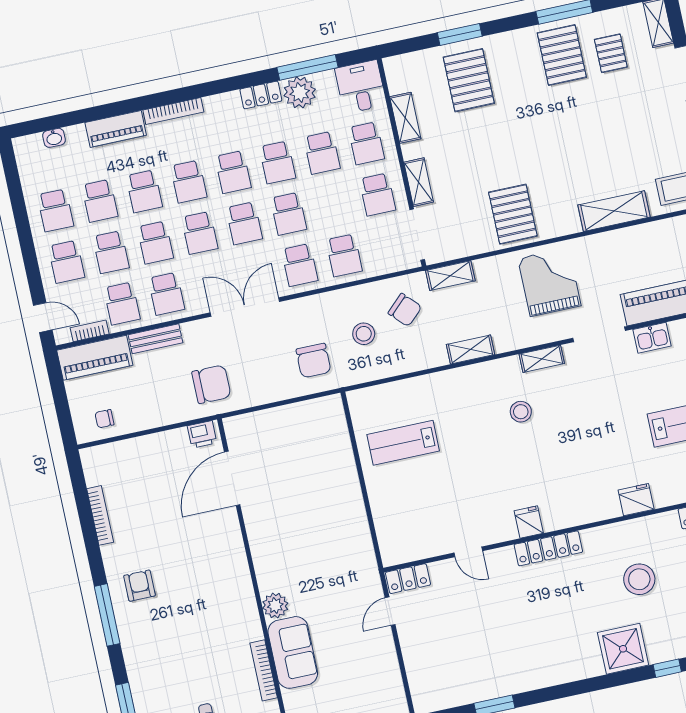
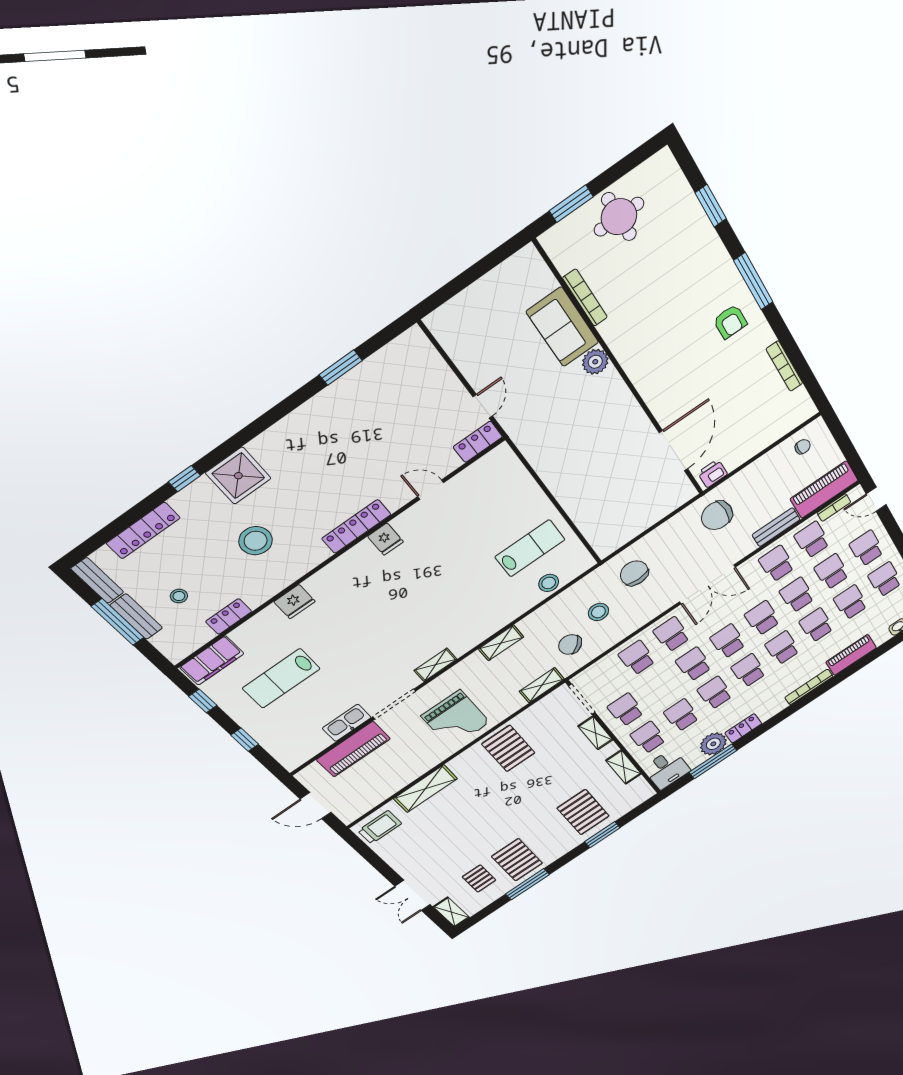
kitchen sink: (652, 338) -> (347, 723), width x1.38
stool: (521, 412) -> (549, 583), moved

